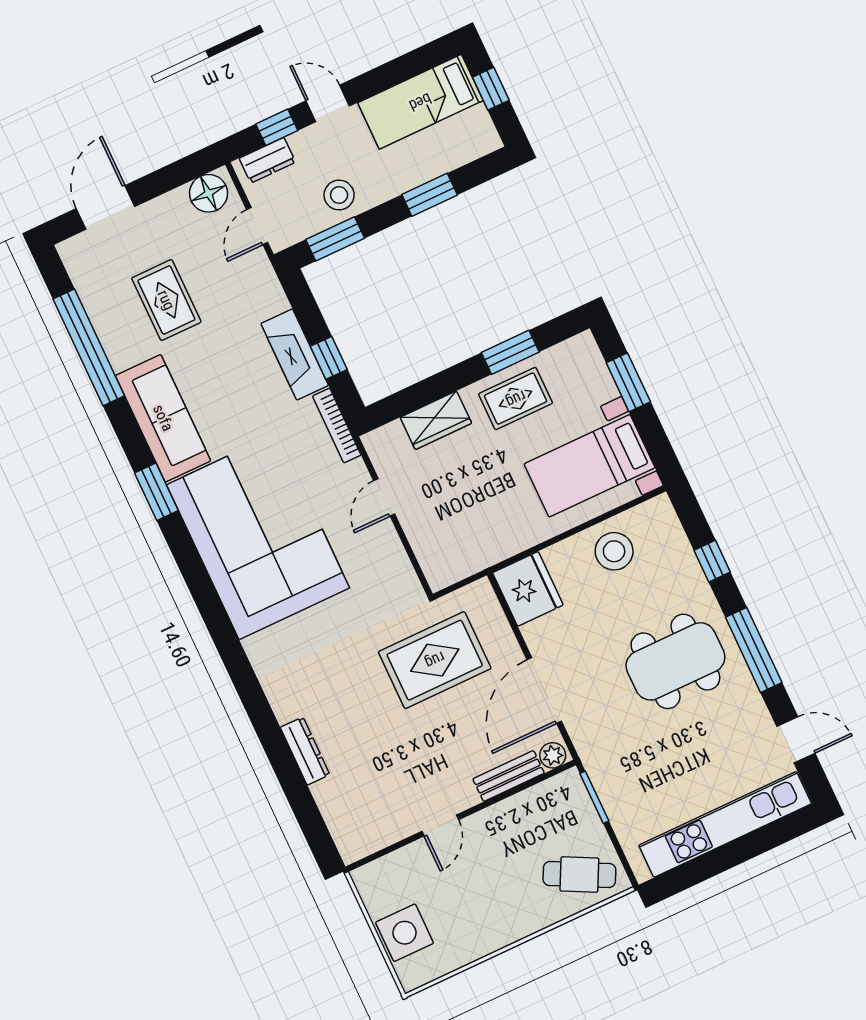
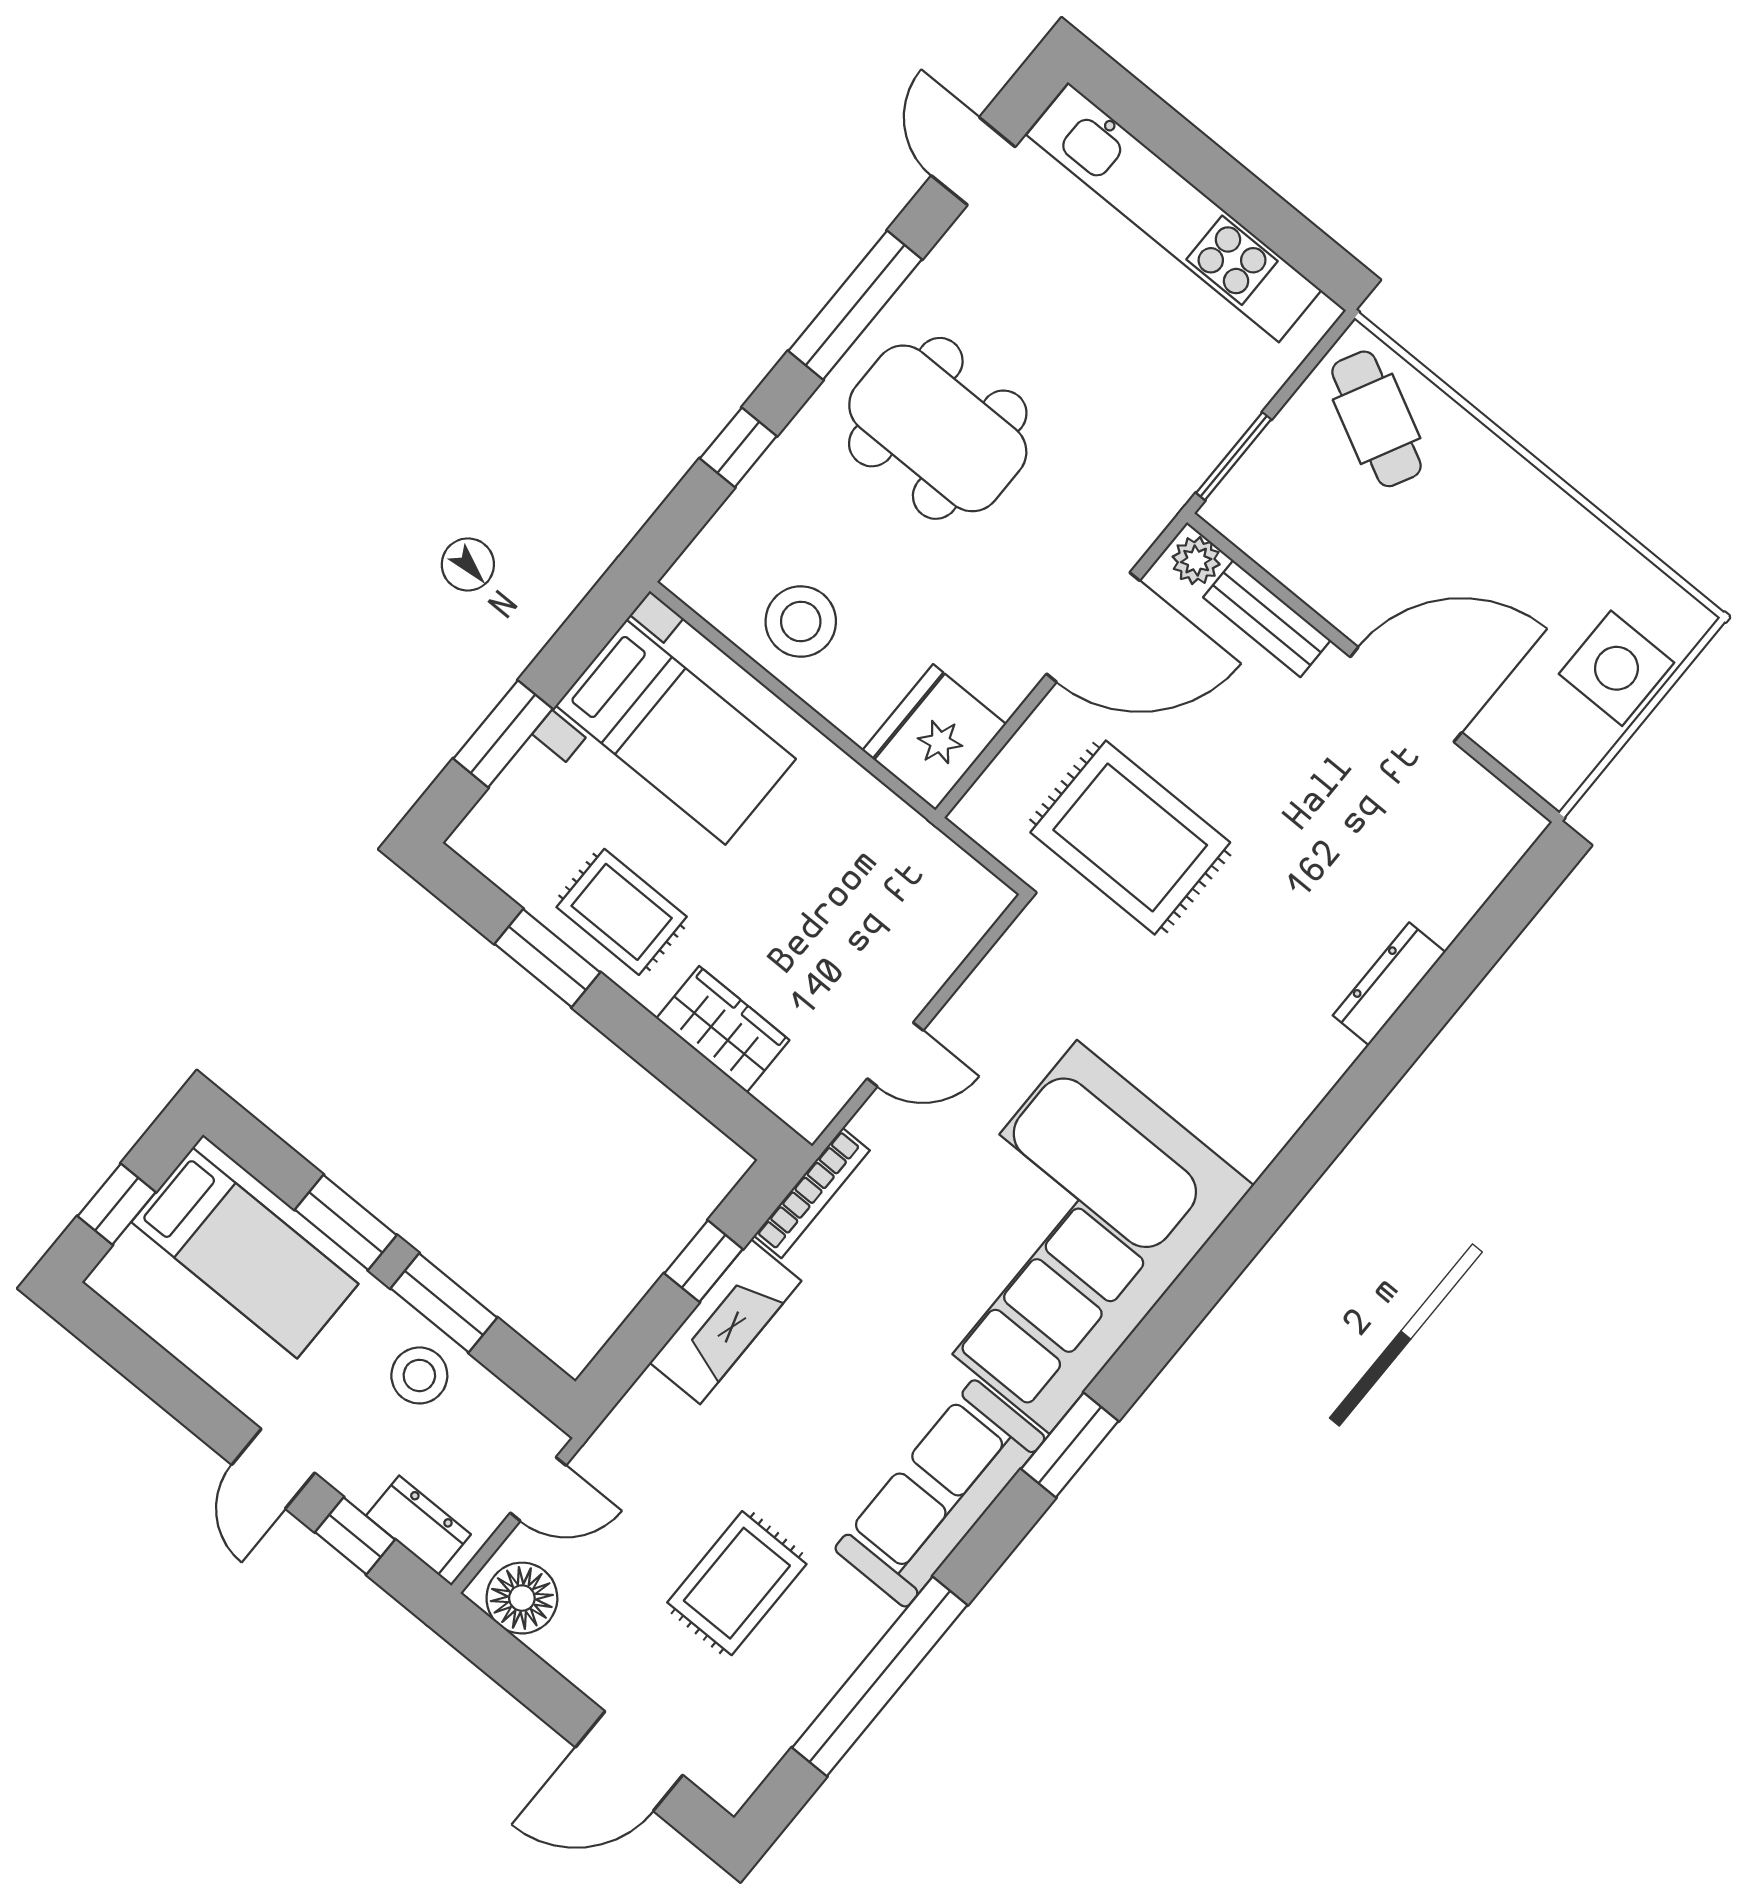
bed: (420, 102) -> (245, 1253), moved
window: (335, 239) -> (444, 1303), moved
door: (440, 825) -> (1406, 695), width x1.88

